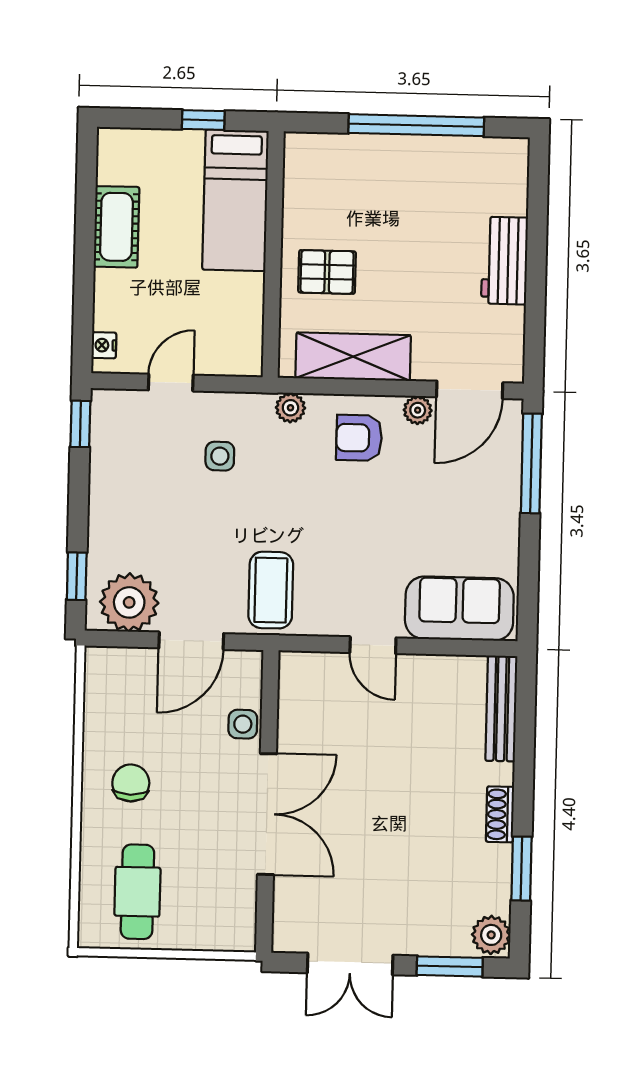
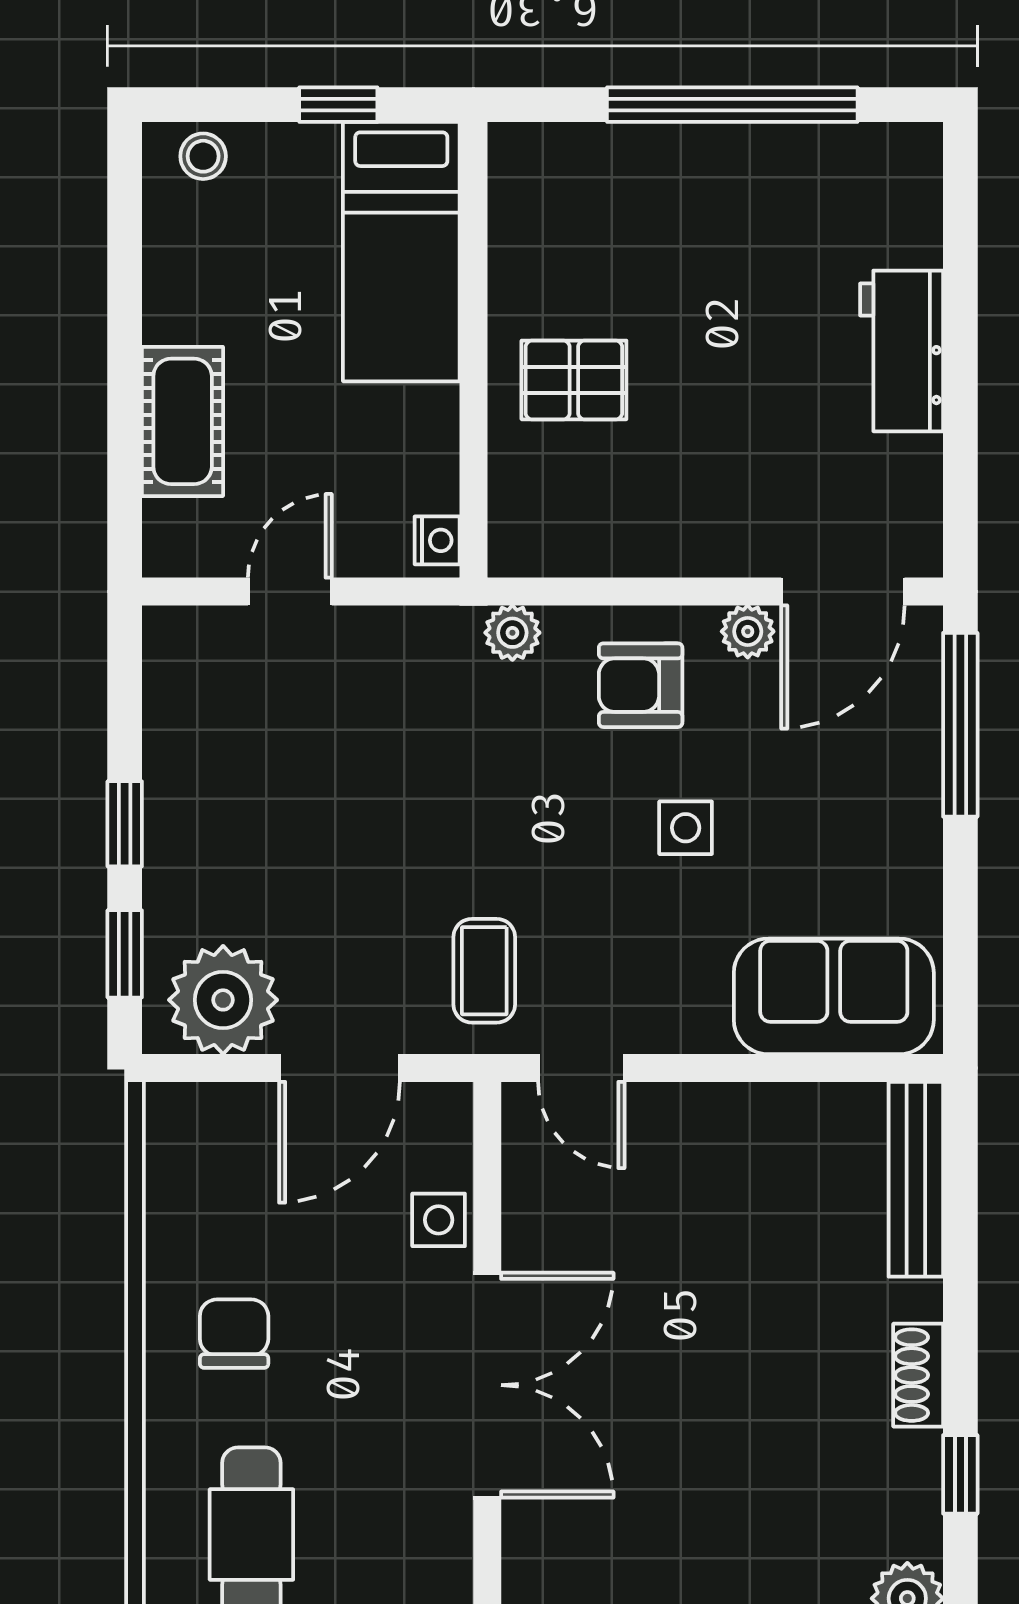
stool: (130, 146) -> (203, 156), added
cot: (116, 227) -> (183, 421), moved
nightstand: (104, 345) -> (437, 540), moved, turned 180
shelving: (353, 357) -> (626, 535), removed
window: (80, 424) -> (125, 824), moved
side table: (220, 456) -> (686, 828), moved
coffee table: (271, 590) -> (484, 971), width x0.73, depth x0.77
door: (373, 645) -> (581, 1068), moved
window: (521, 869) -> (960, 1474), width x0.67

